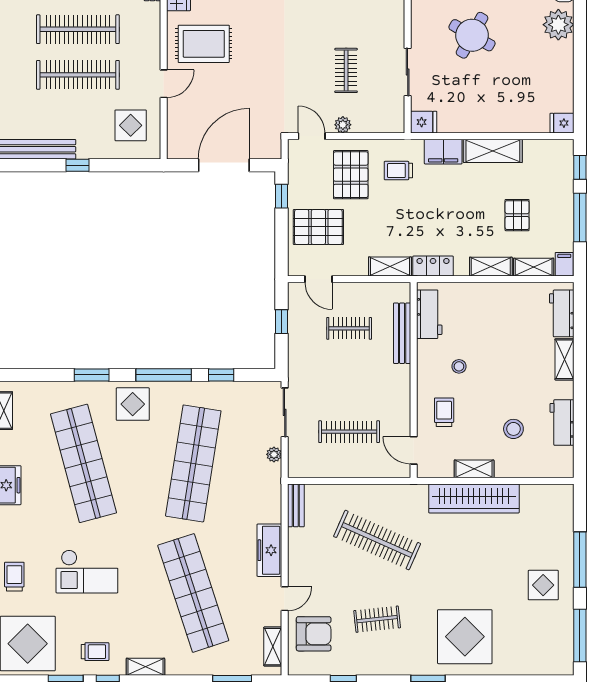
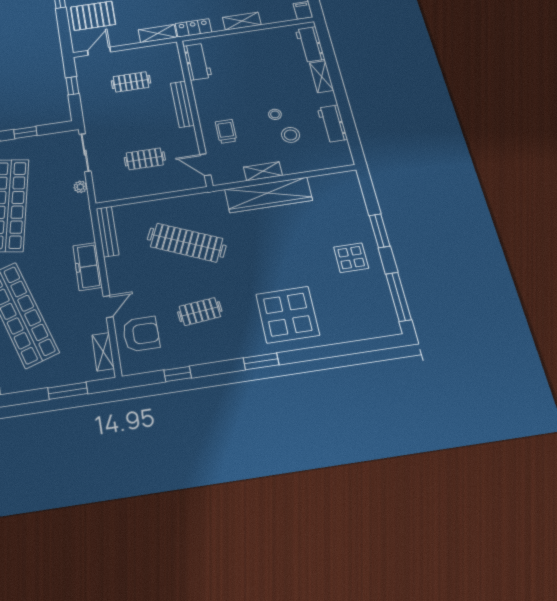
shelving: (534, 267) -> (278, 16), removed
door: (318, 279) -> (99, 51), swing flipped
bench: (402, 333) -> (182, 104), moved
stool: (459, 366) -> (275, 114), moved
clothes rail: (349, 432) -> (145, 159), width x0.73
bench: (296, 505) -> (107, 231), width x1.36
window: (580, 560) -> (380, 231), width x0.69

